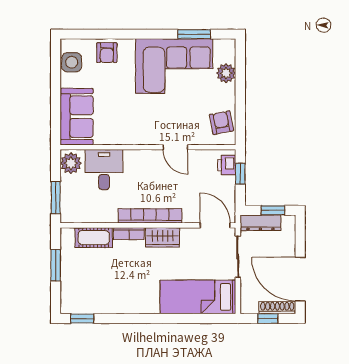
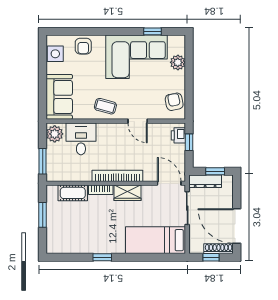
window: (194, 34) -> (153, 31), width x0.67
coffee table: (135, 128) -> (105, 106), added
window: (82, 319) -> (102, 257), moved

